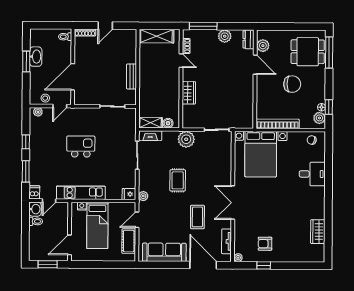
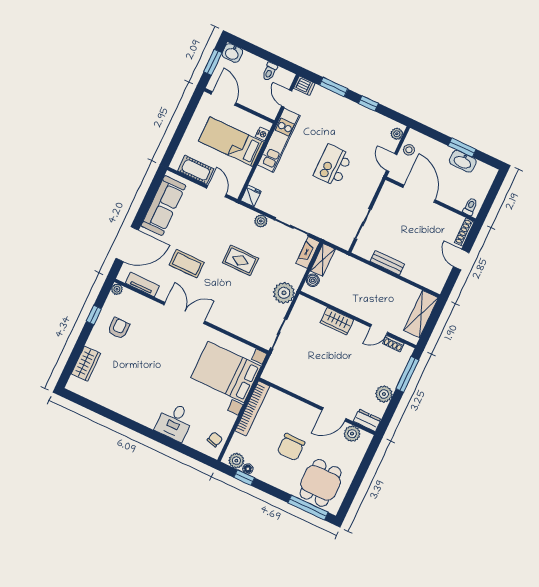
kitchen island: (81, 147) -> (333, 165), turned 180
plant: (143, 196) -> (261, 221), moved
washbasin: (35, 209) -> (232, 53), moved
wardrobe: (318, 232) -> (86, 364), moved, turned 90

